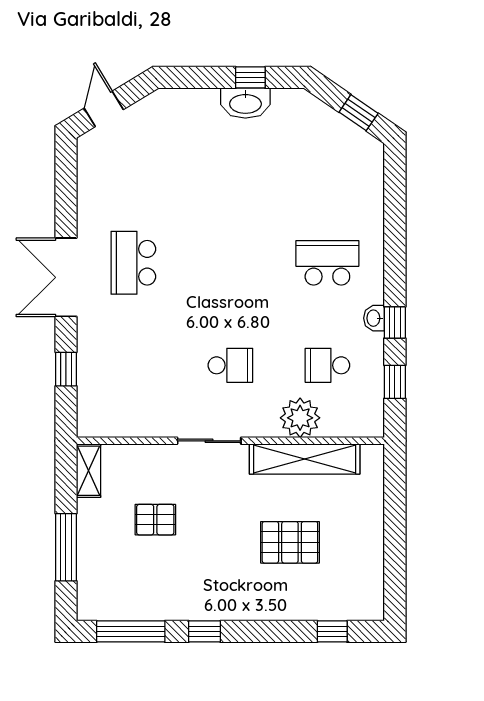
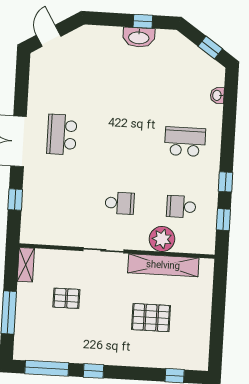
washbasin: (374, 318) -> (217, 95), moved

